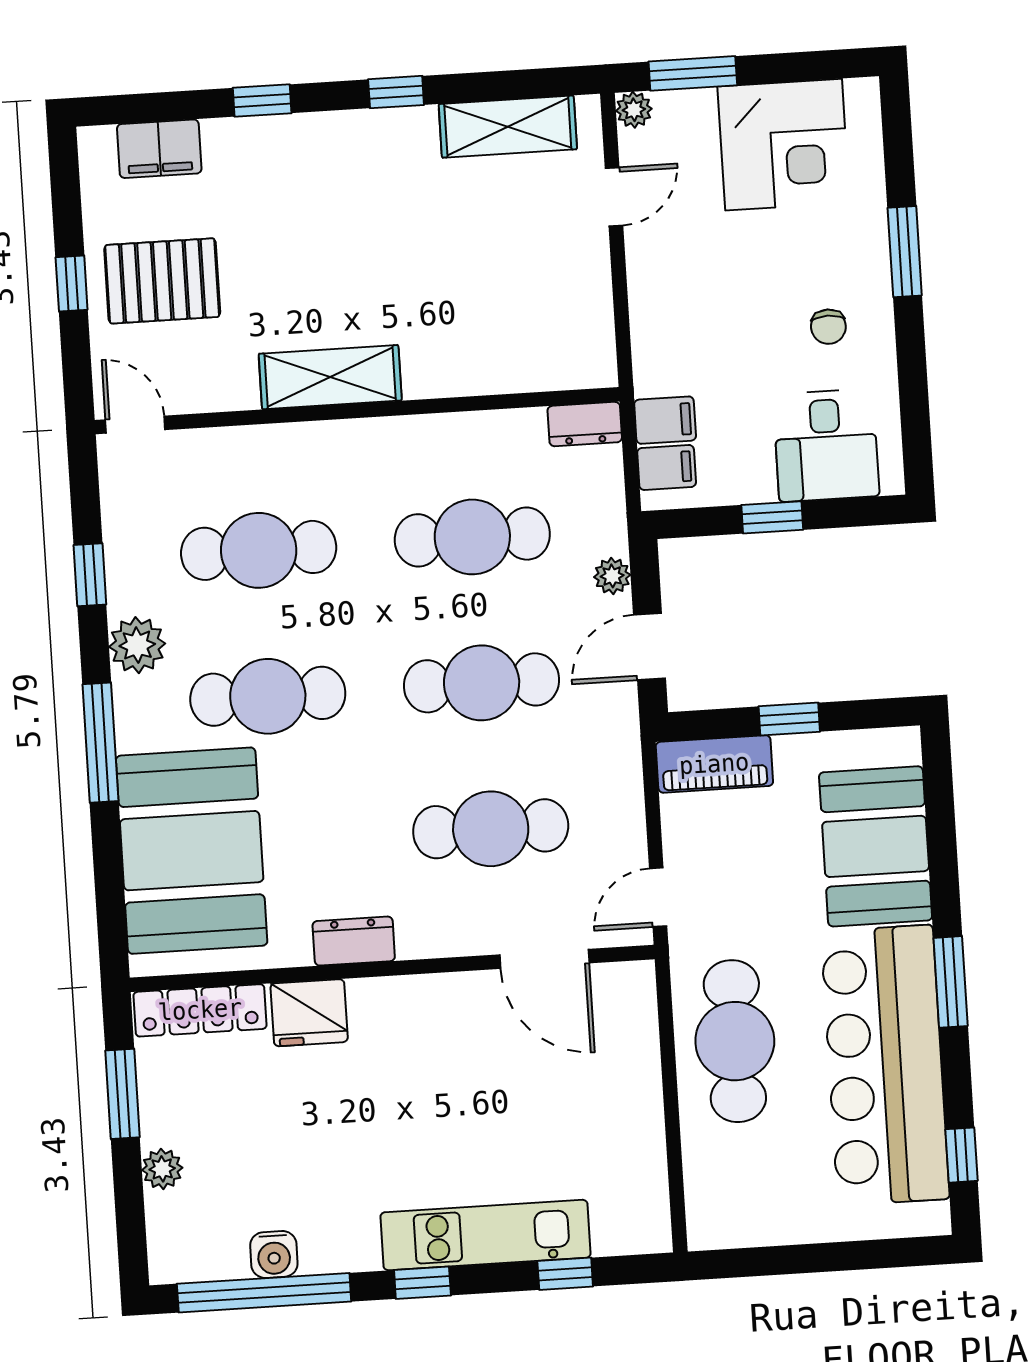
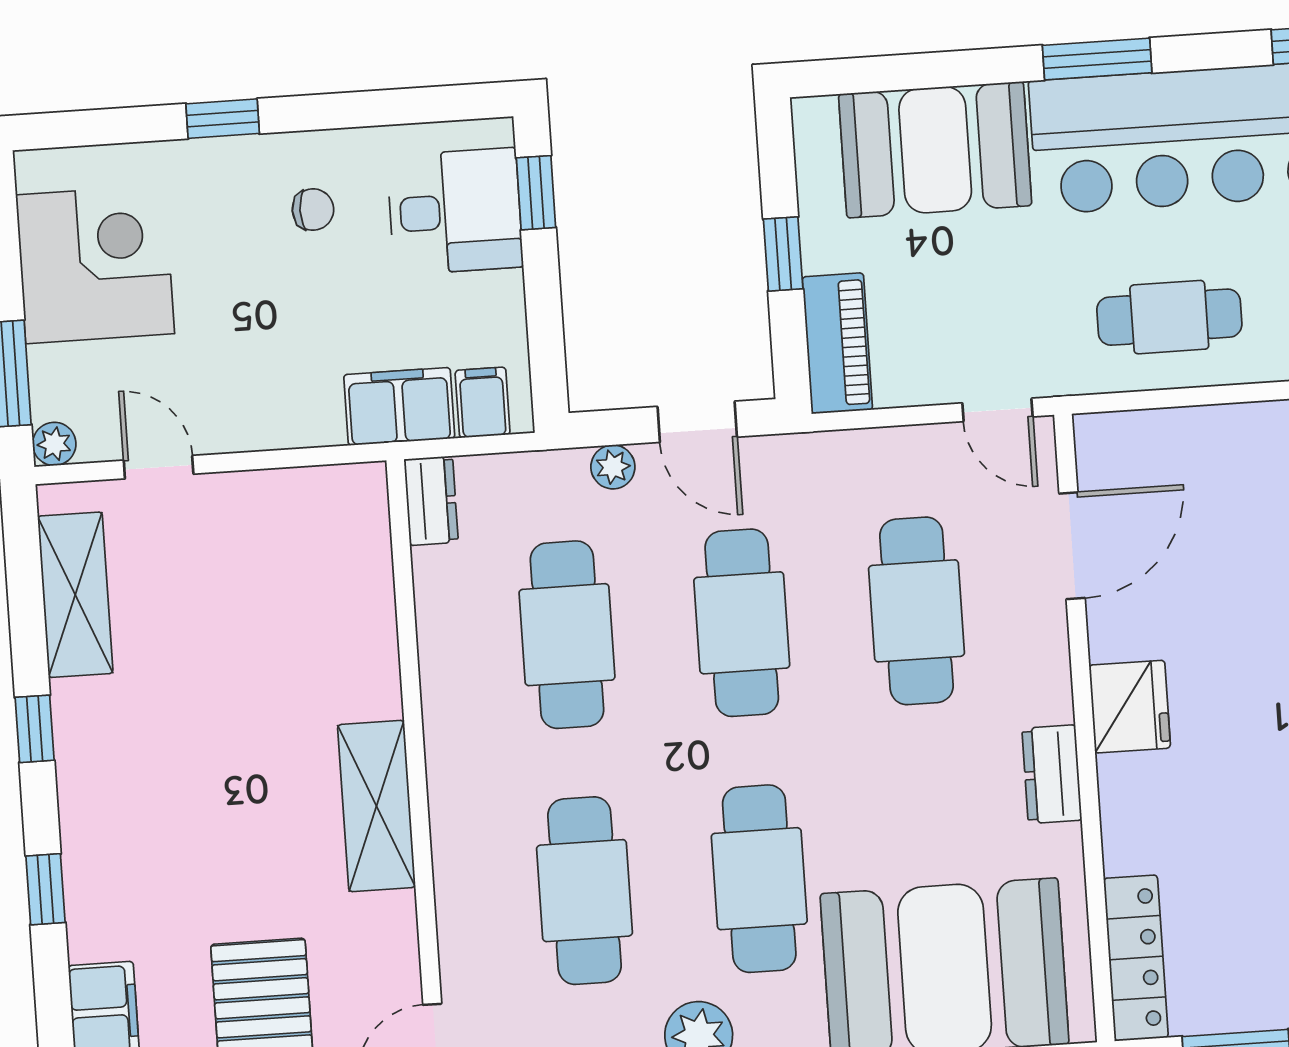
window: (905, 252) -> (223, 119), width x0.67
filing cabinet: (665, 420) -> (399, 406), width x2.00
window: (772, 517) -> (536, 193), moved
fridge: (309, 1013) -> (1130, 707), moved
cafe table: (735, 1041) -> (1169, 317), width x0.73, depth x0.74

